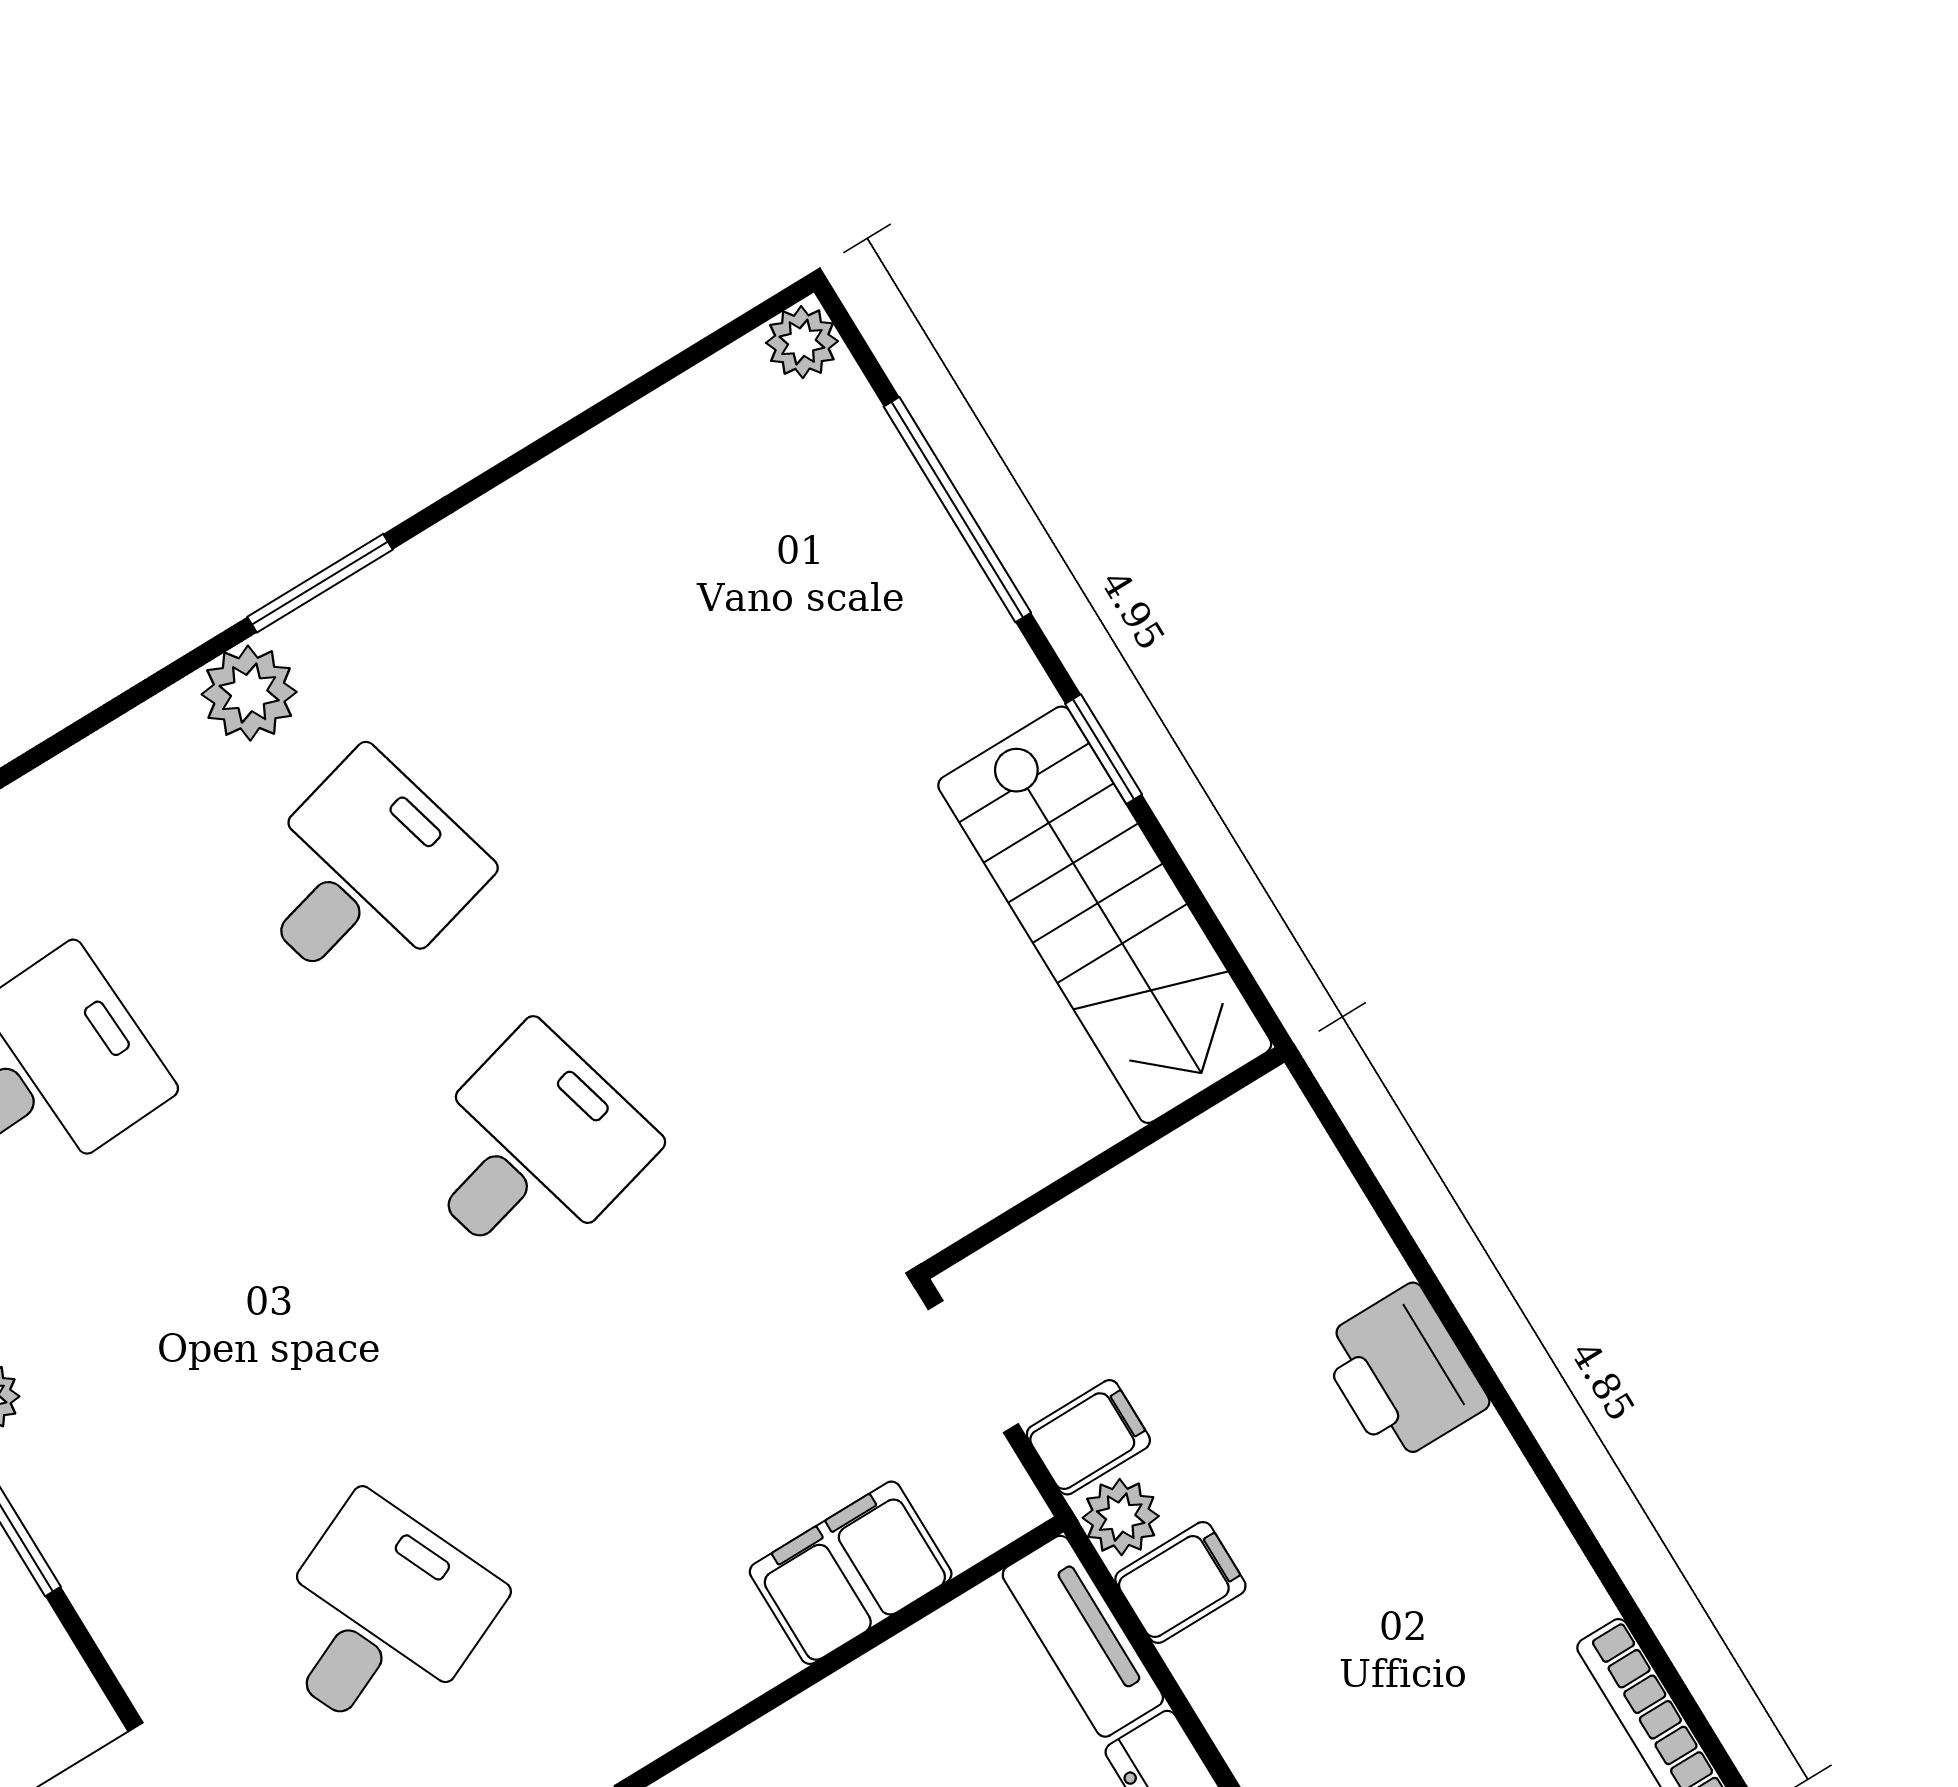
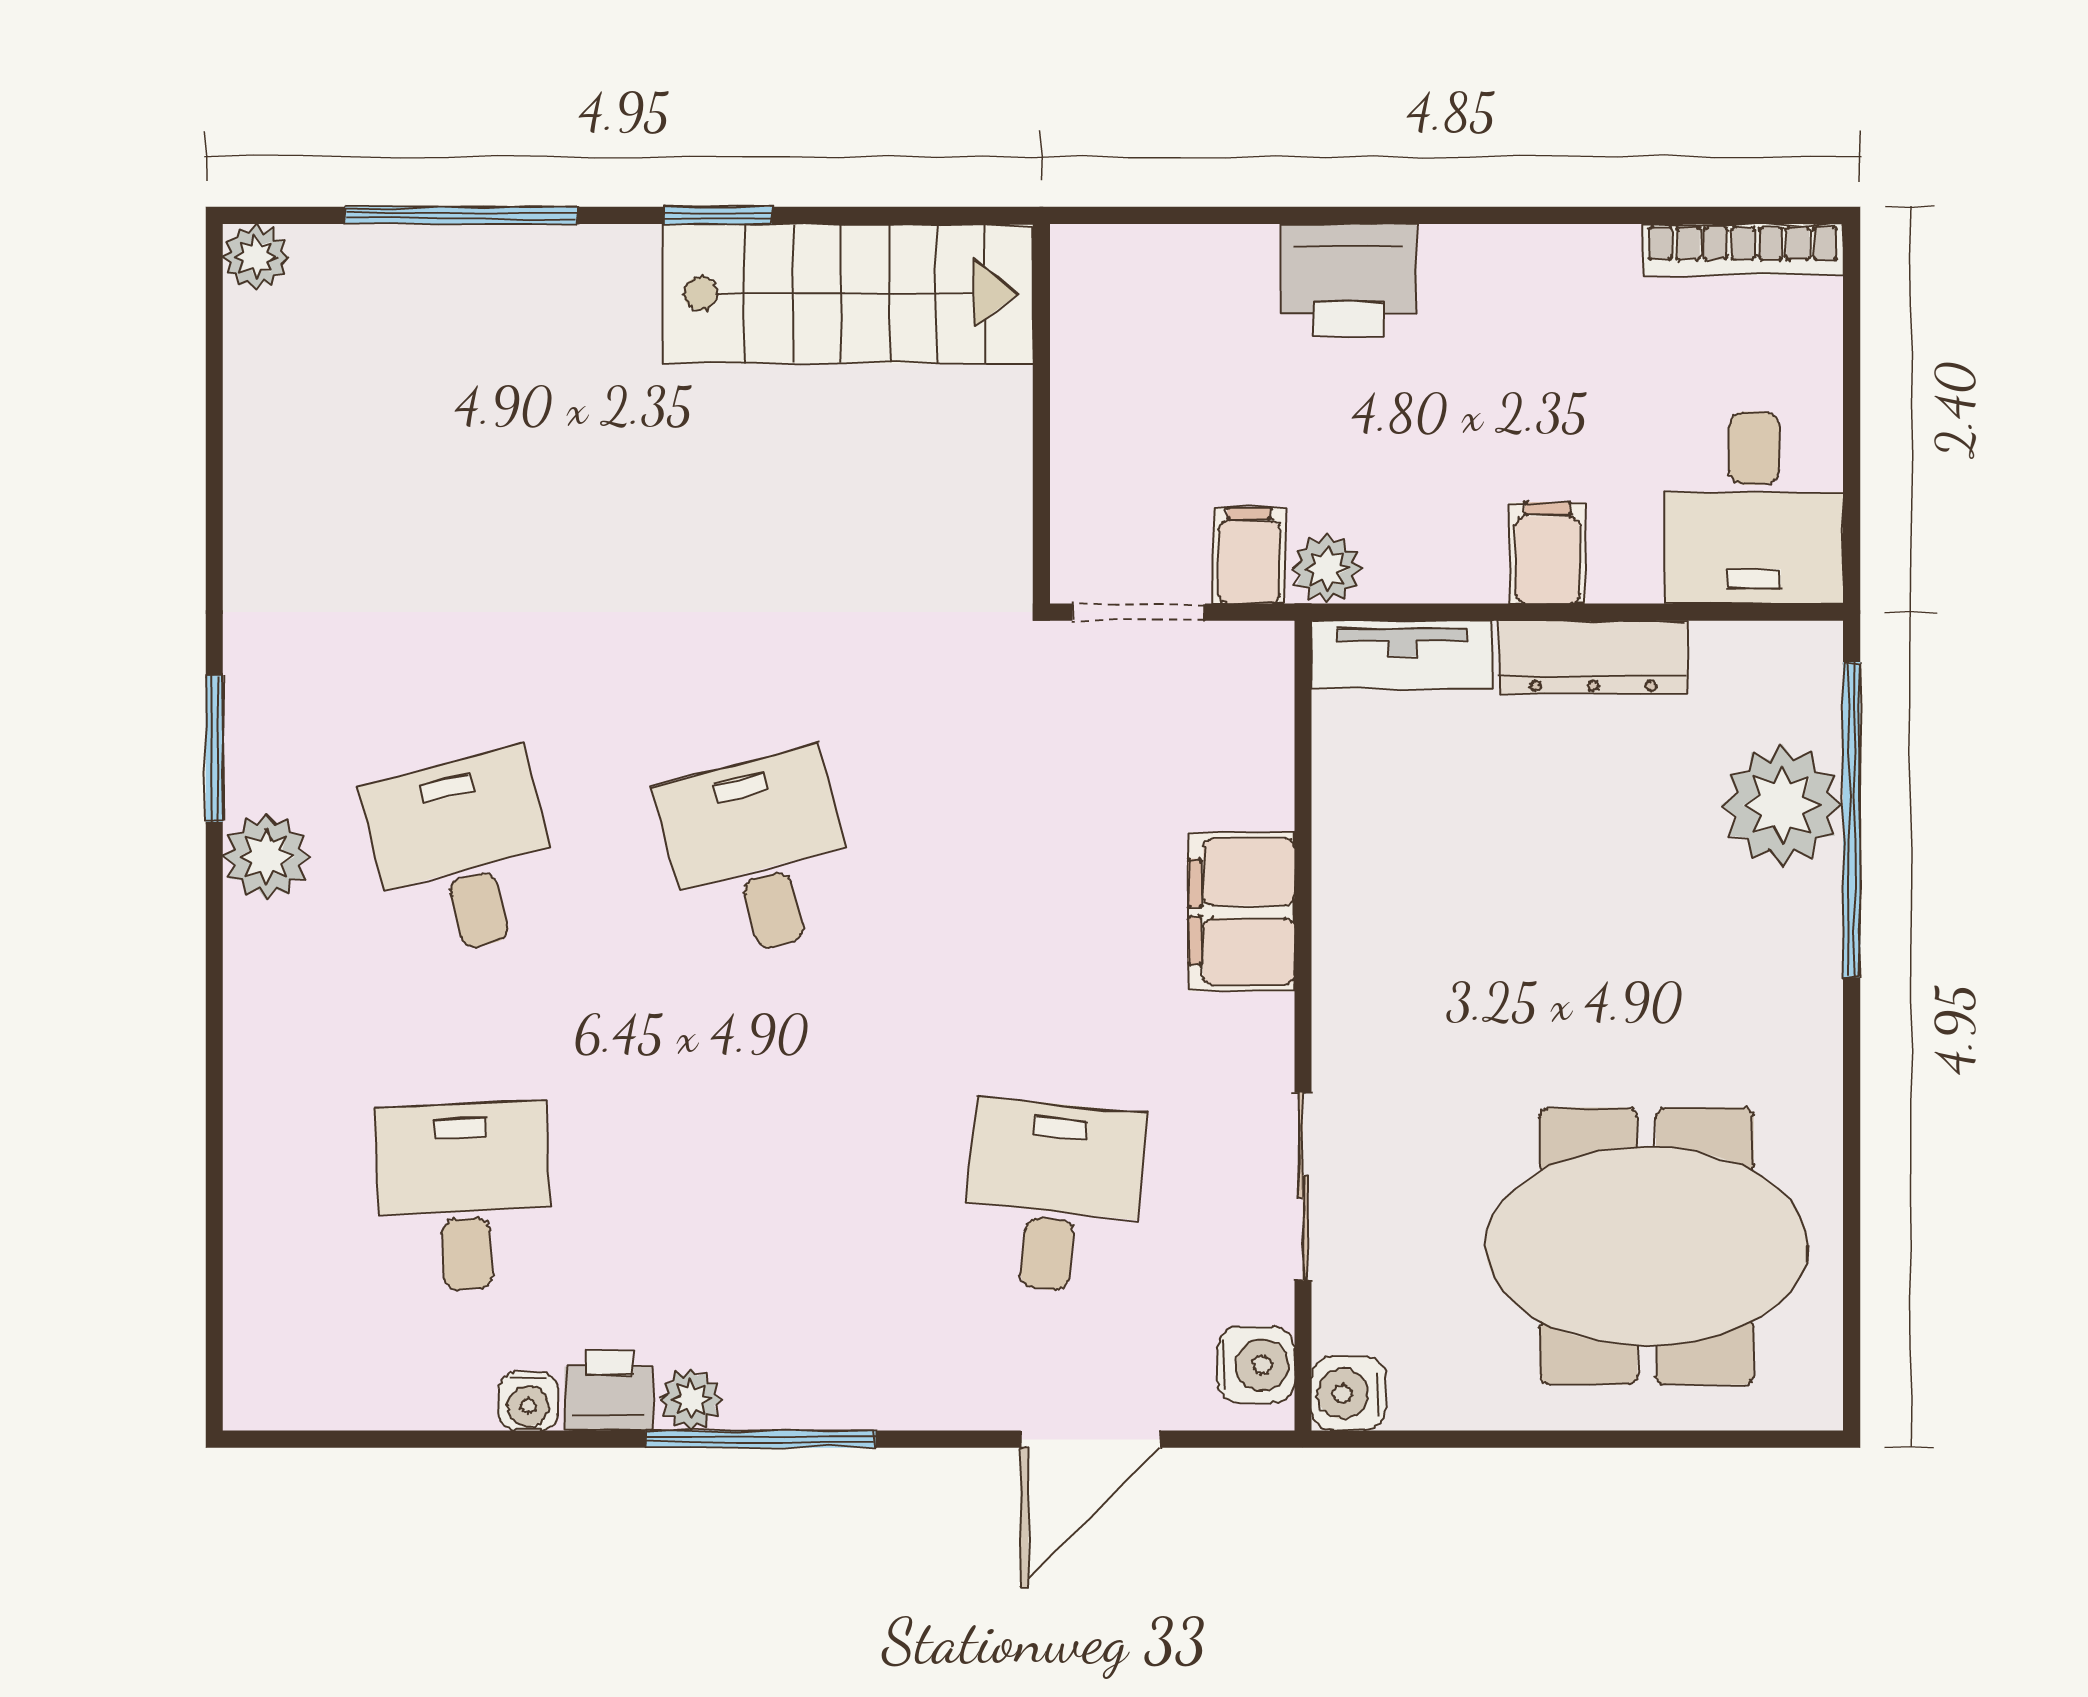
filing cabinet: (851, 1573) -> (1241, 912), moved
filing cabinet: (1180, 1582) -> (1548, 553), moved
desk: (380, 1619) -> (1053, 1197), turned 30

